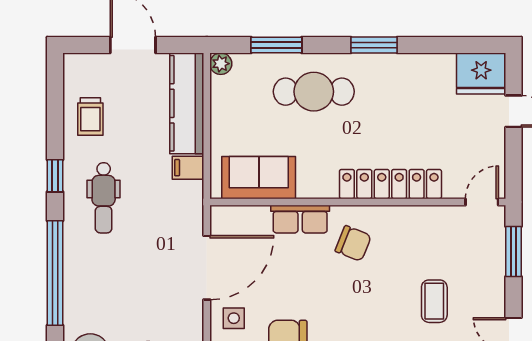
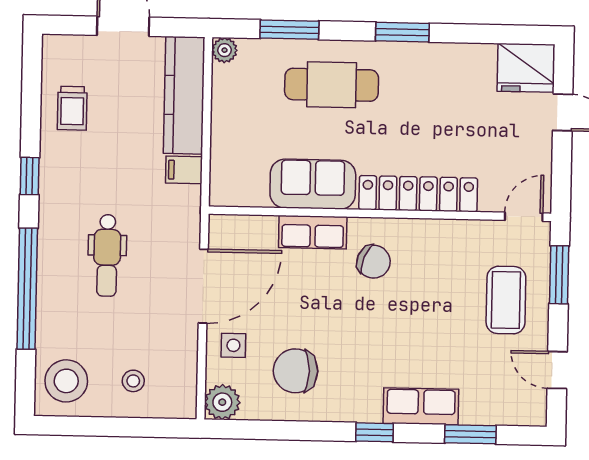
sofa: (259, 178) -> (313, 184), moved
dental chair: (104, 198) -> (107, 255), moved
coffee table: (434, 301) -> (506, 300), moved, width x1.36, depth x1.30

